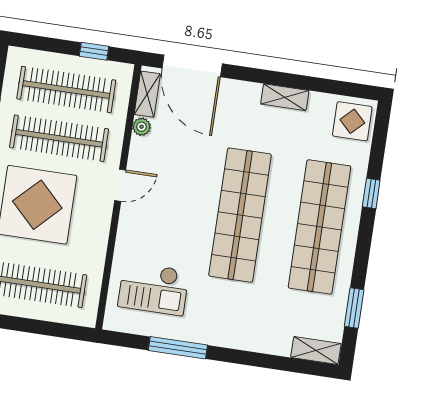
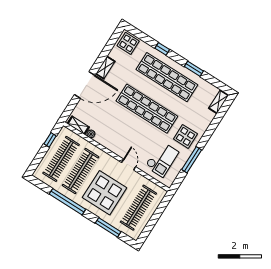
door: (192, 66) -> (85, 85), moved
door: (120, 185) -> (129, 165), moved
window: (354, 308) -> (194, 69), moved
display table: (219, 315) -> (185, 136), added

